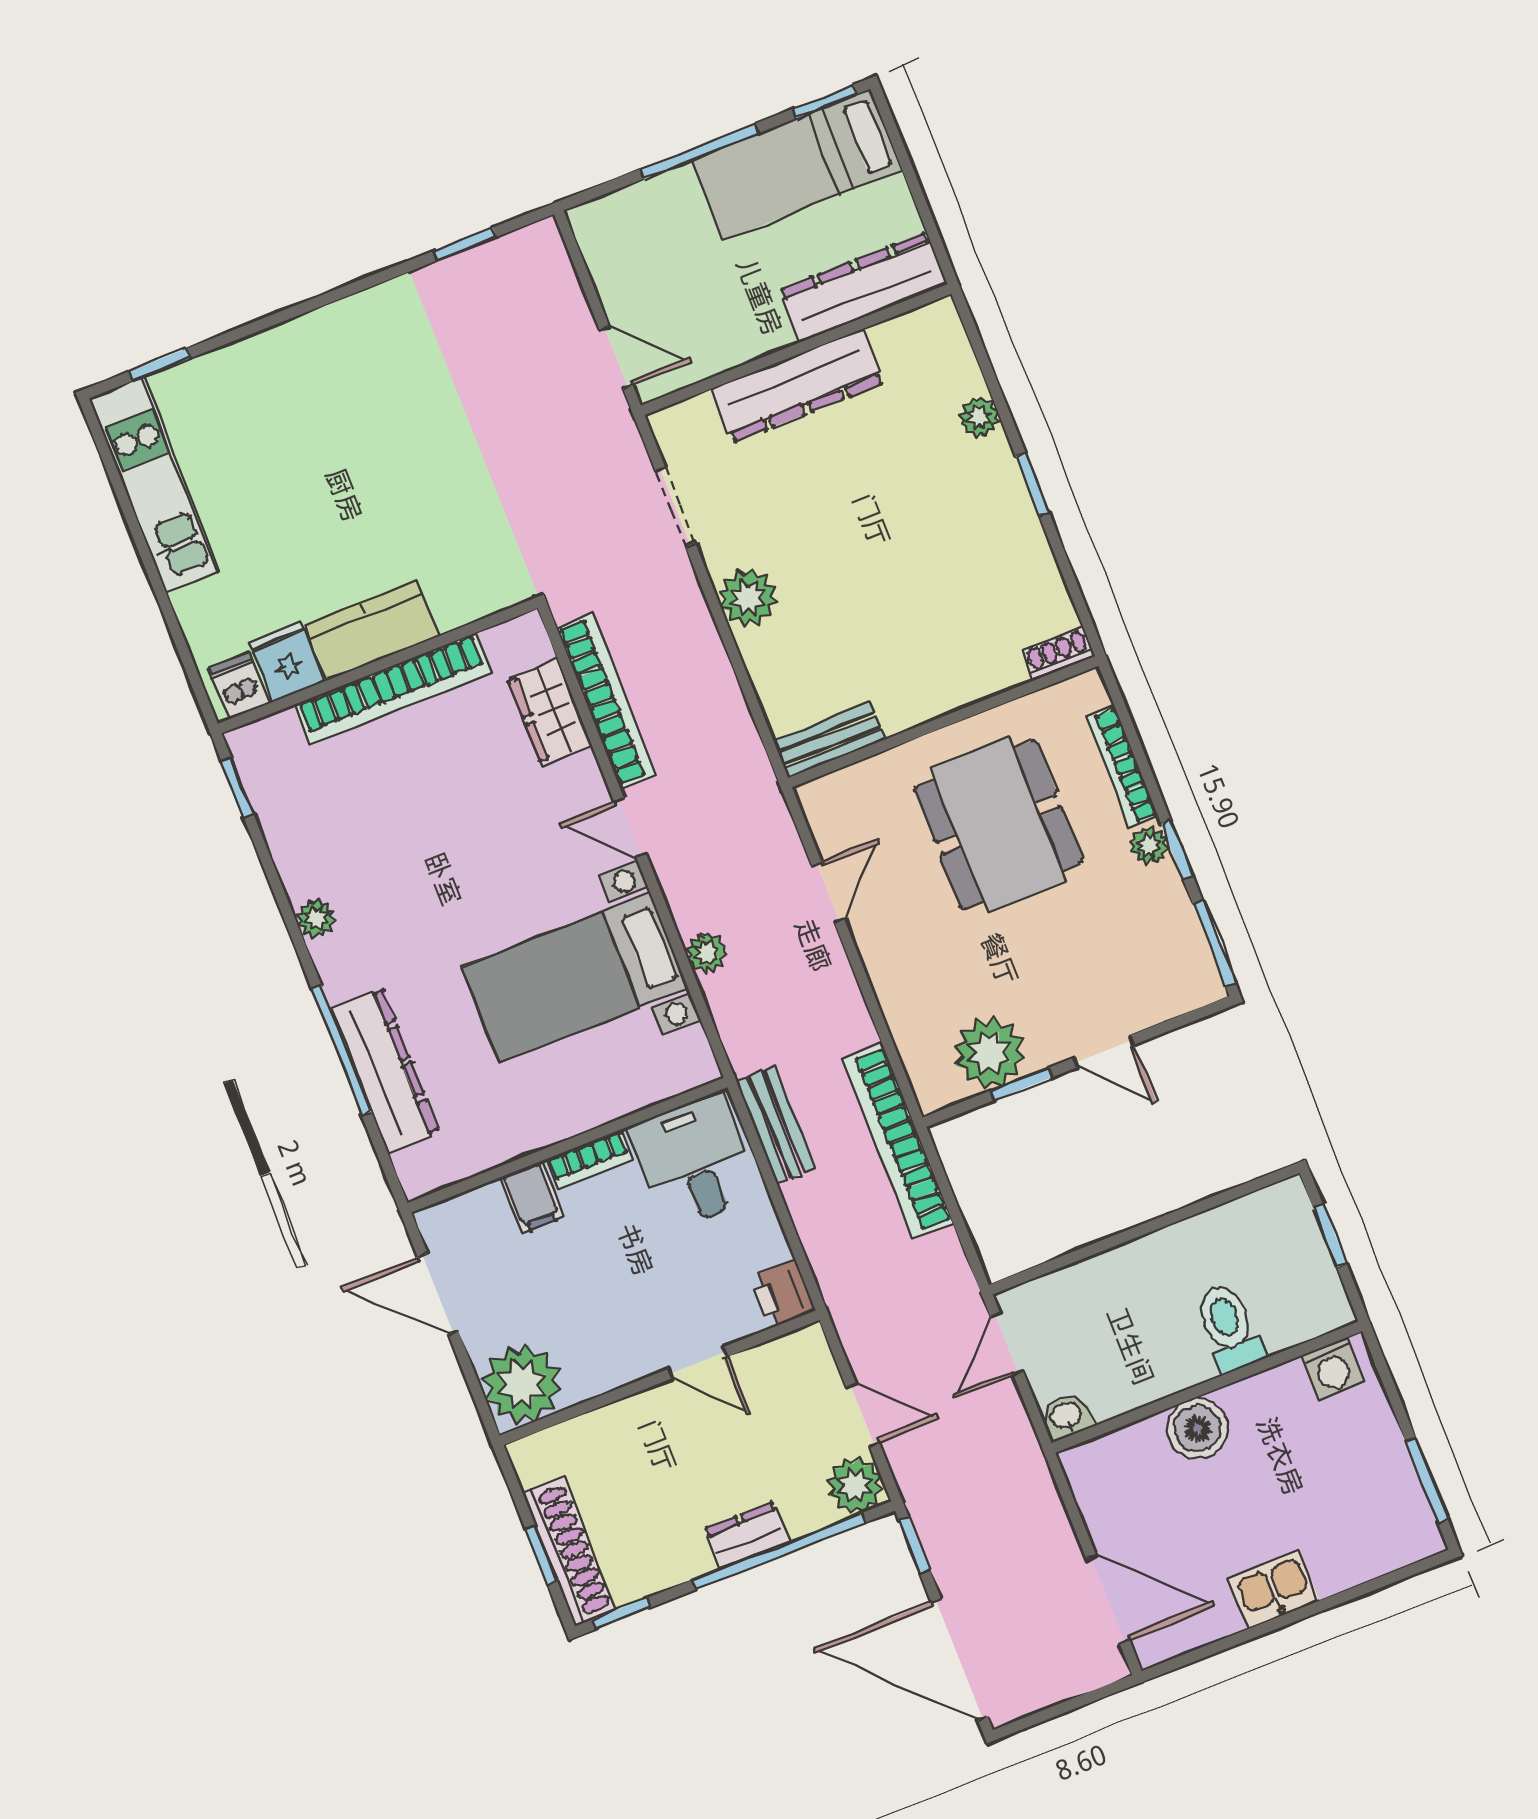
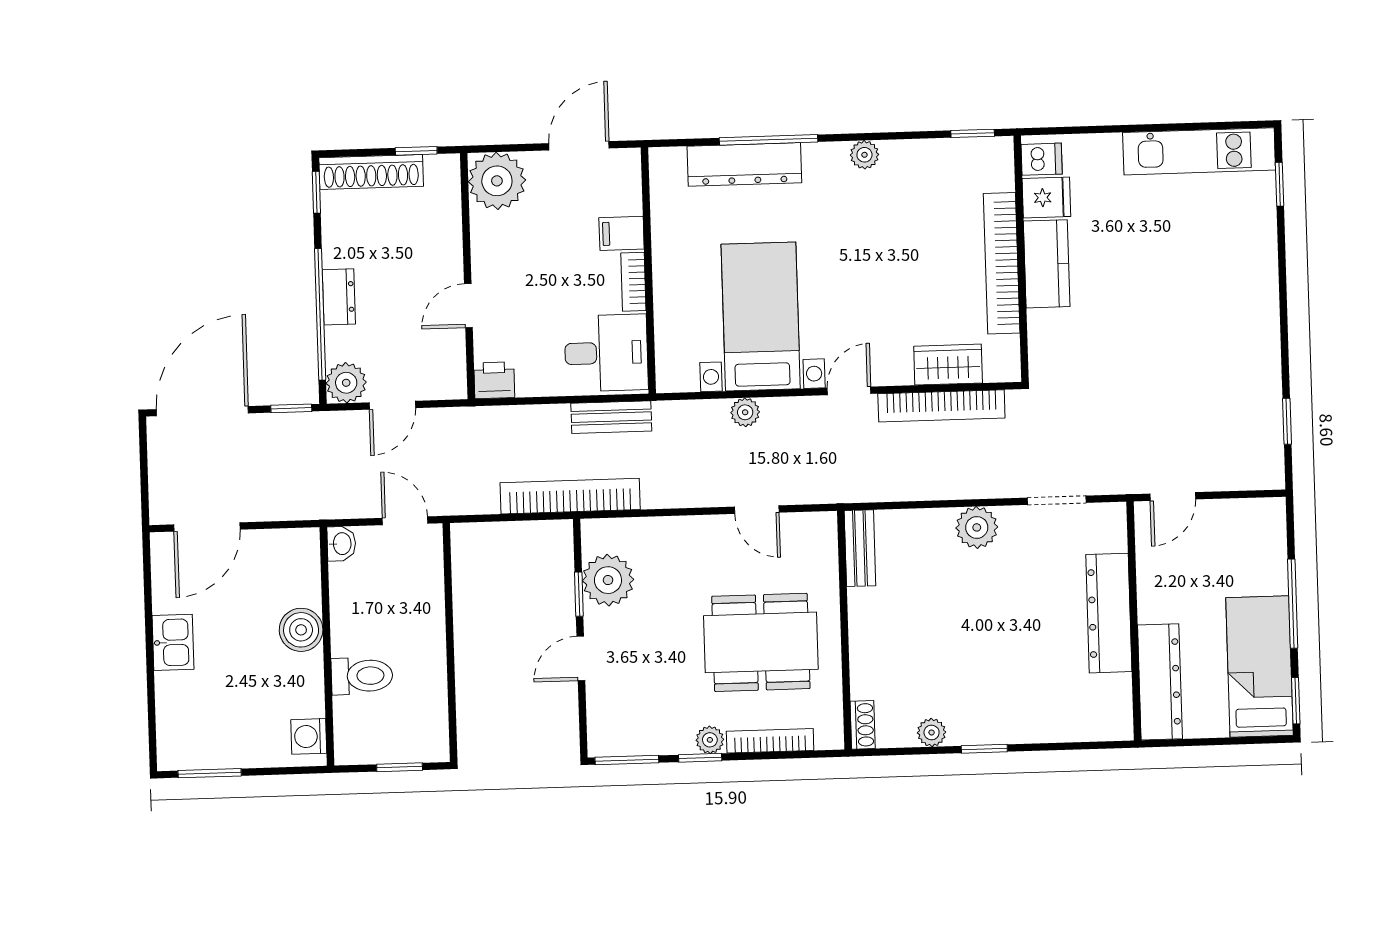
plant: (979, 418) -> (932, 733), moved
window: (542, 1555) -> (416, 151), moved

